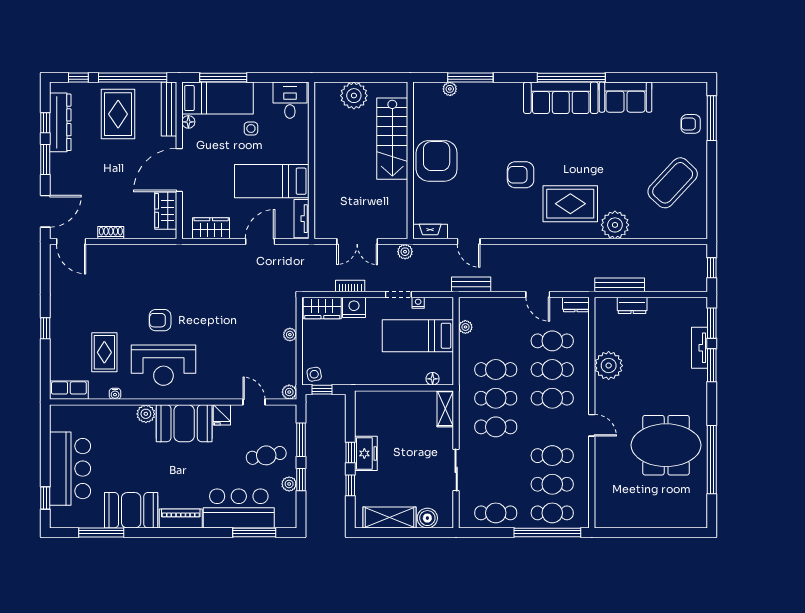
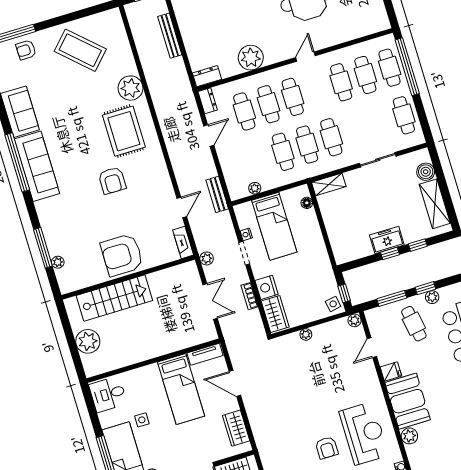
armchair: (691, 124) -> (26, 50), turned 89
bench: (620, 285) -> (170, 36), moved
dresser: (632, 305) -> (207, 76), moved, turned -90

